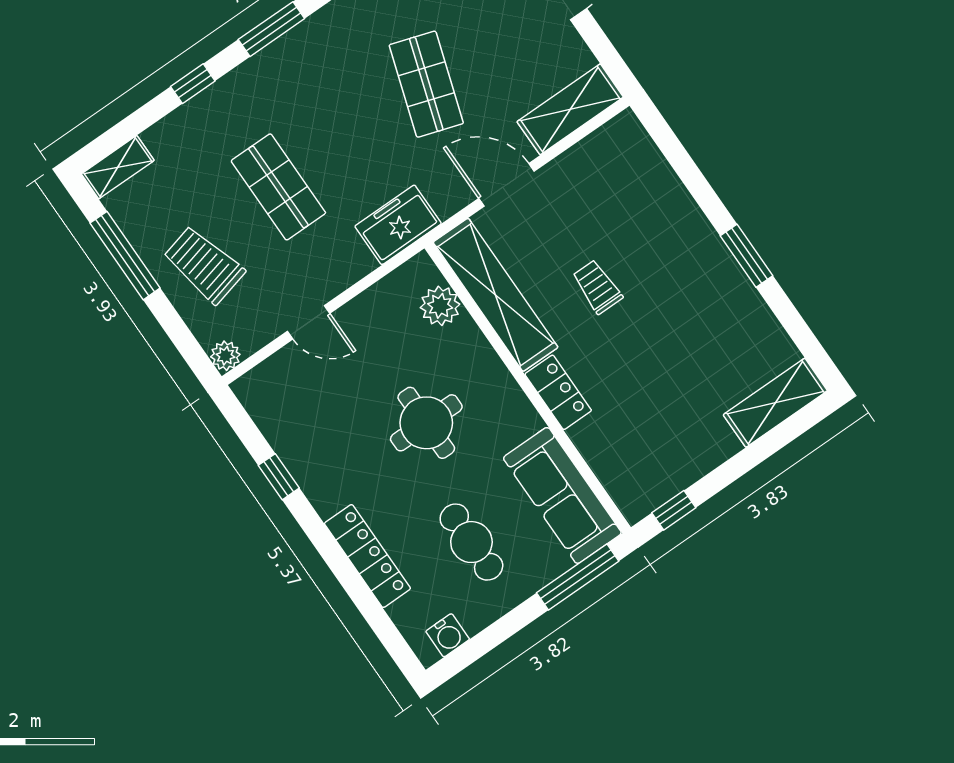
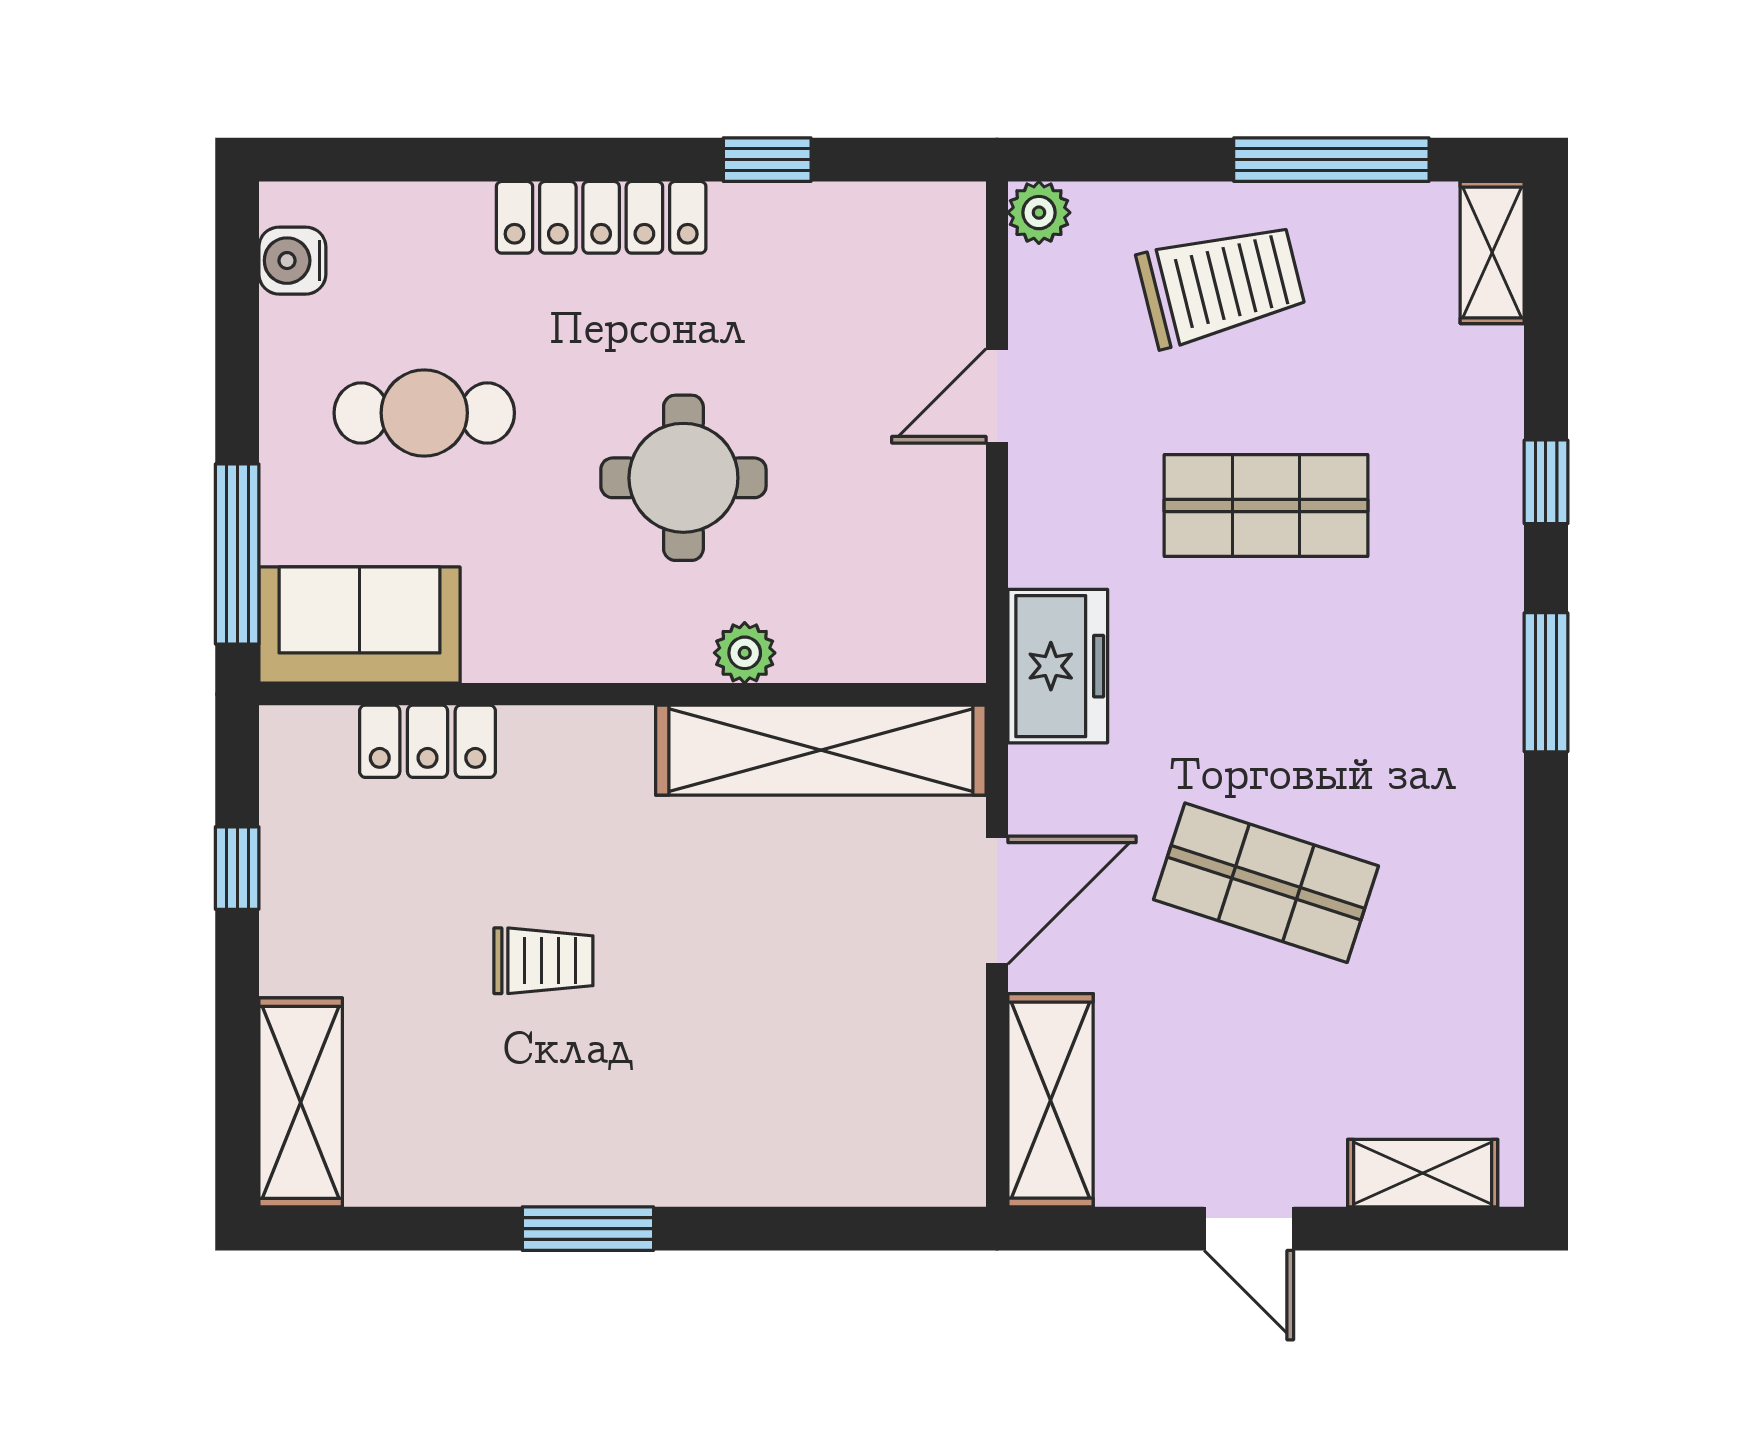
trolley: (597, 287) -> (543, 961), moved
plant: (440, 306) -> (745, 653), moved, width x0.73, depth x0.73
locker: (558, 392) -> (427, 741), moved
sofa: (562, 495) -> (359, 625), width x0.73
window: (674, 510) -> (237, 868), moved
locker: (367, 556) -> (601, 217), moved

